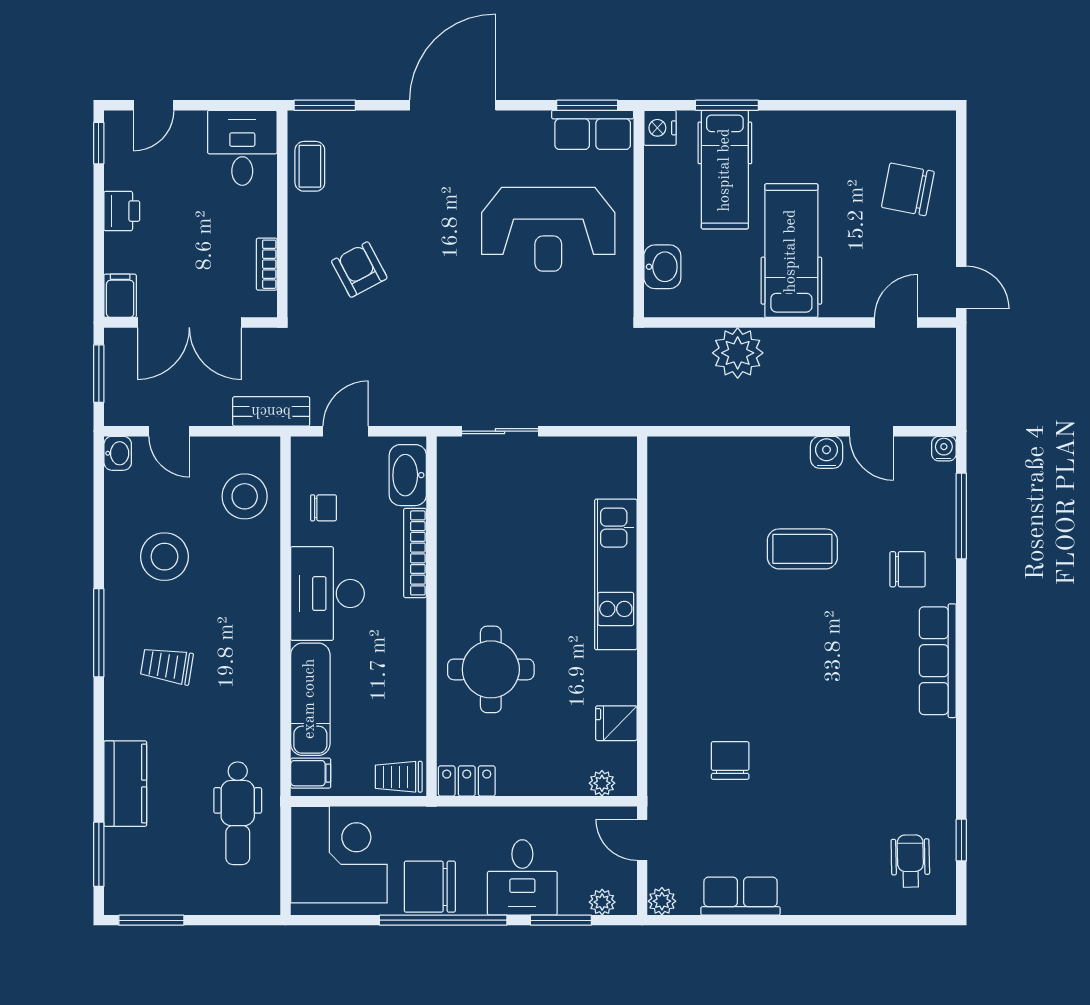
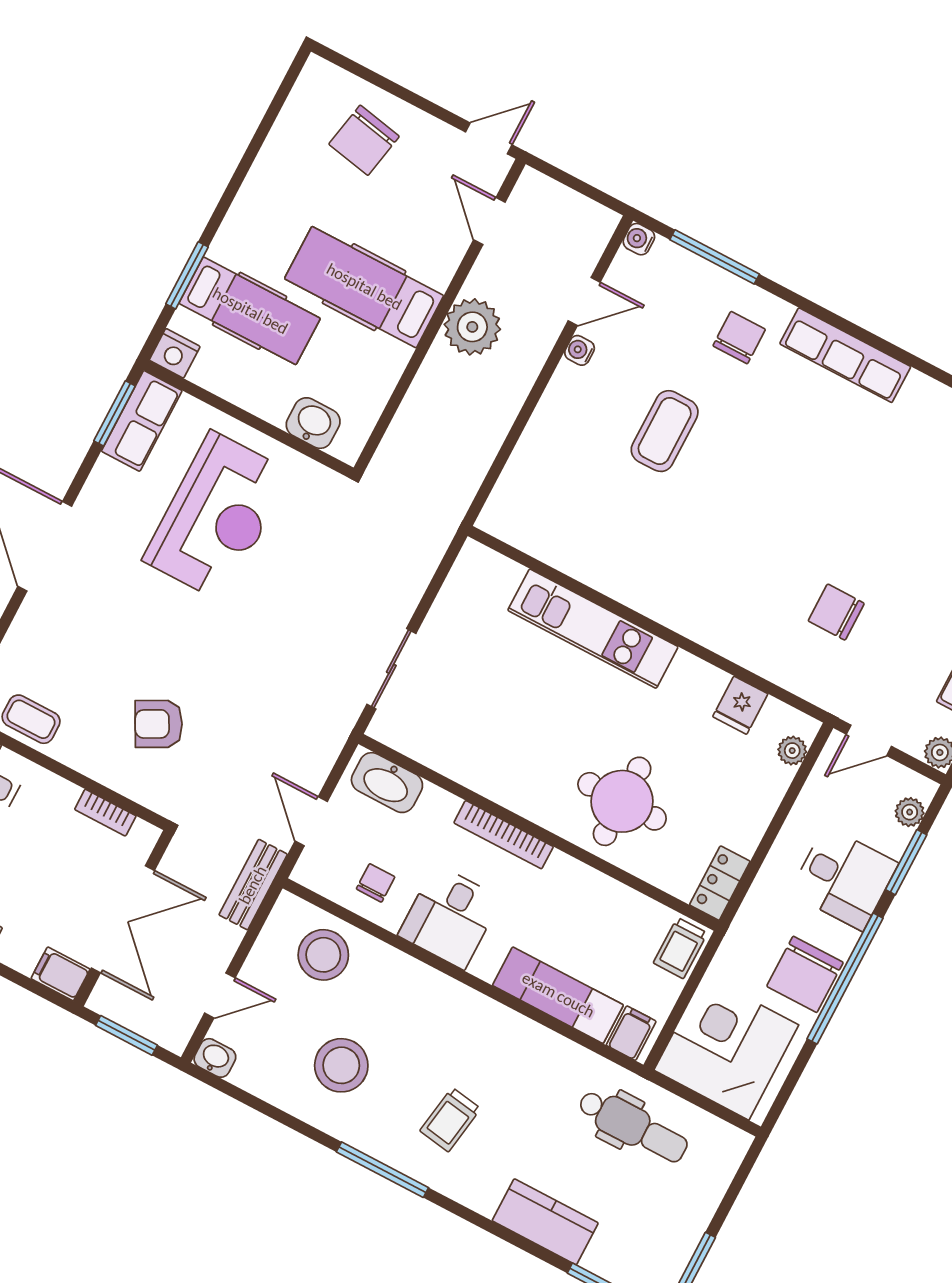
plant: (738, 353) -> (472, 327), moved
water cooler: (826, 452) -> (580, 350), width x0.72, depth x0.72
bookcase: (415, 553) -> (504, 835), moved
desk: (327, 594) -> (450, 917), width x0.73

